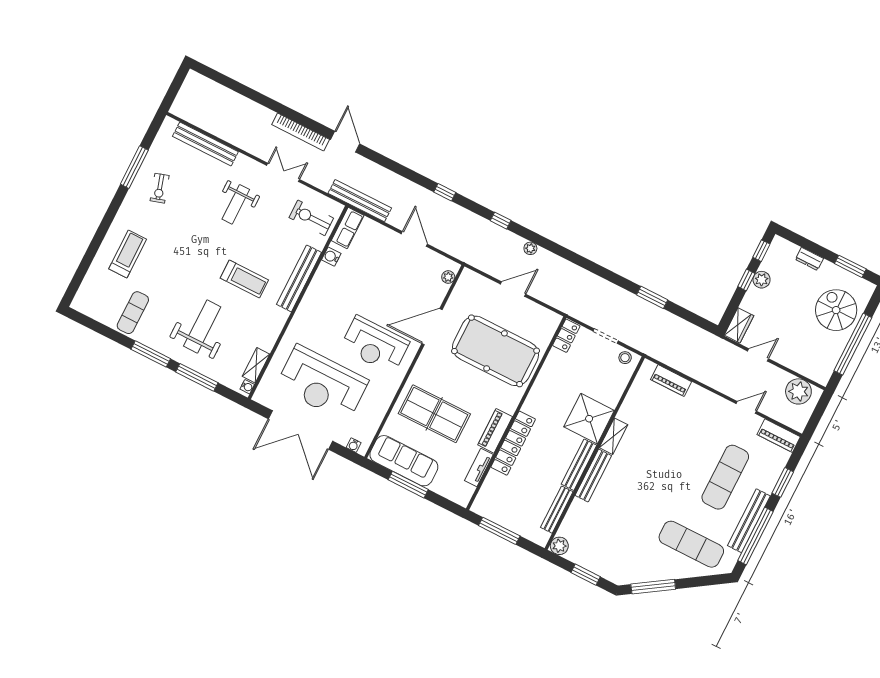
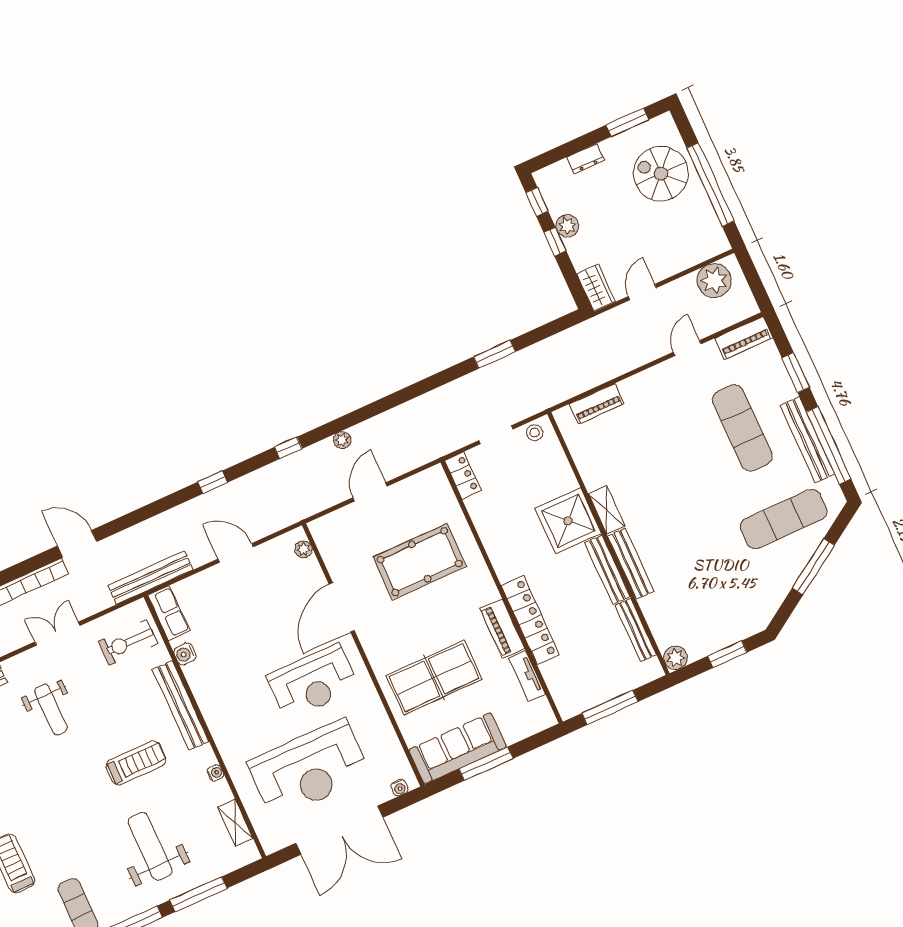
pool table: (496, 351) -> (420, 562), width x0.73, depth x0.76
water cooler: (247, 387) -> (215, 773), moved
window: (653, 587) -> (813, 567), moved

